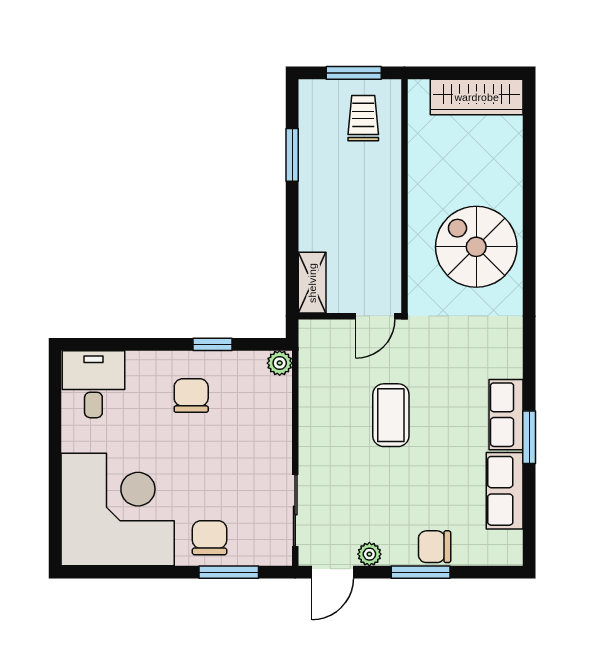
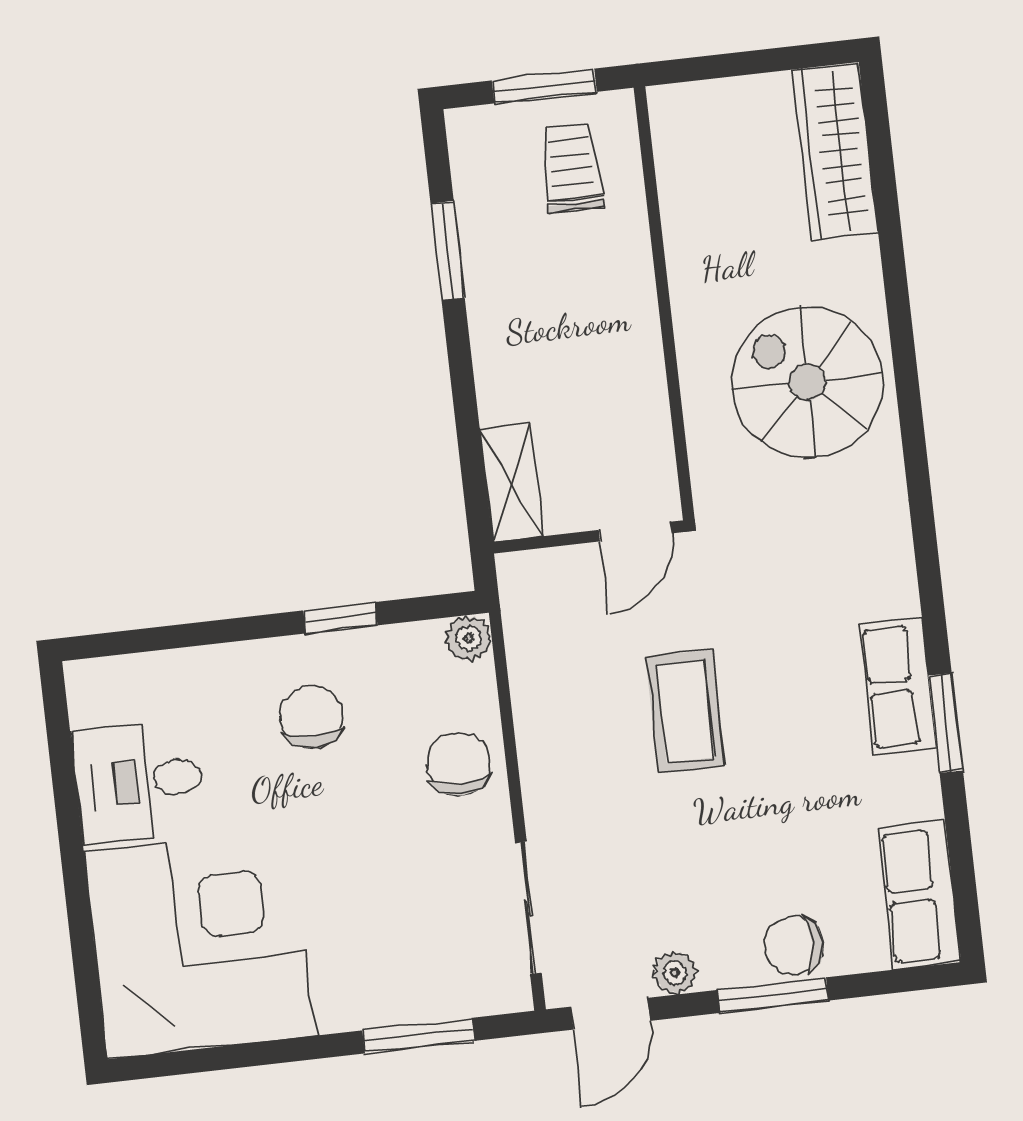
wardrobe: (477, 97) -> (835, 151), moved, turned 90
desk: (93, 384) -> (139, 781), moved, turned -90
row of seats: (505, 491) -> (919, 895), moved
chair: (209, 538) -> (459, 764), moved

